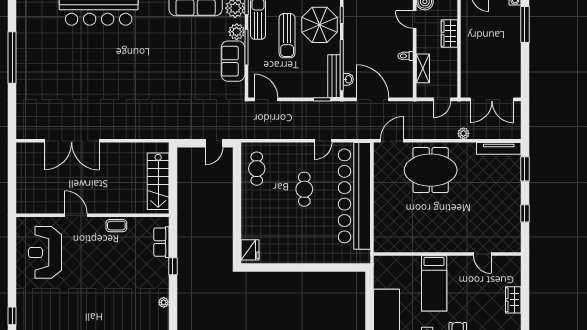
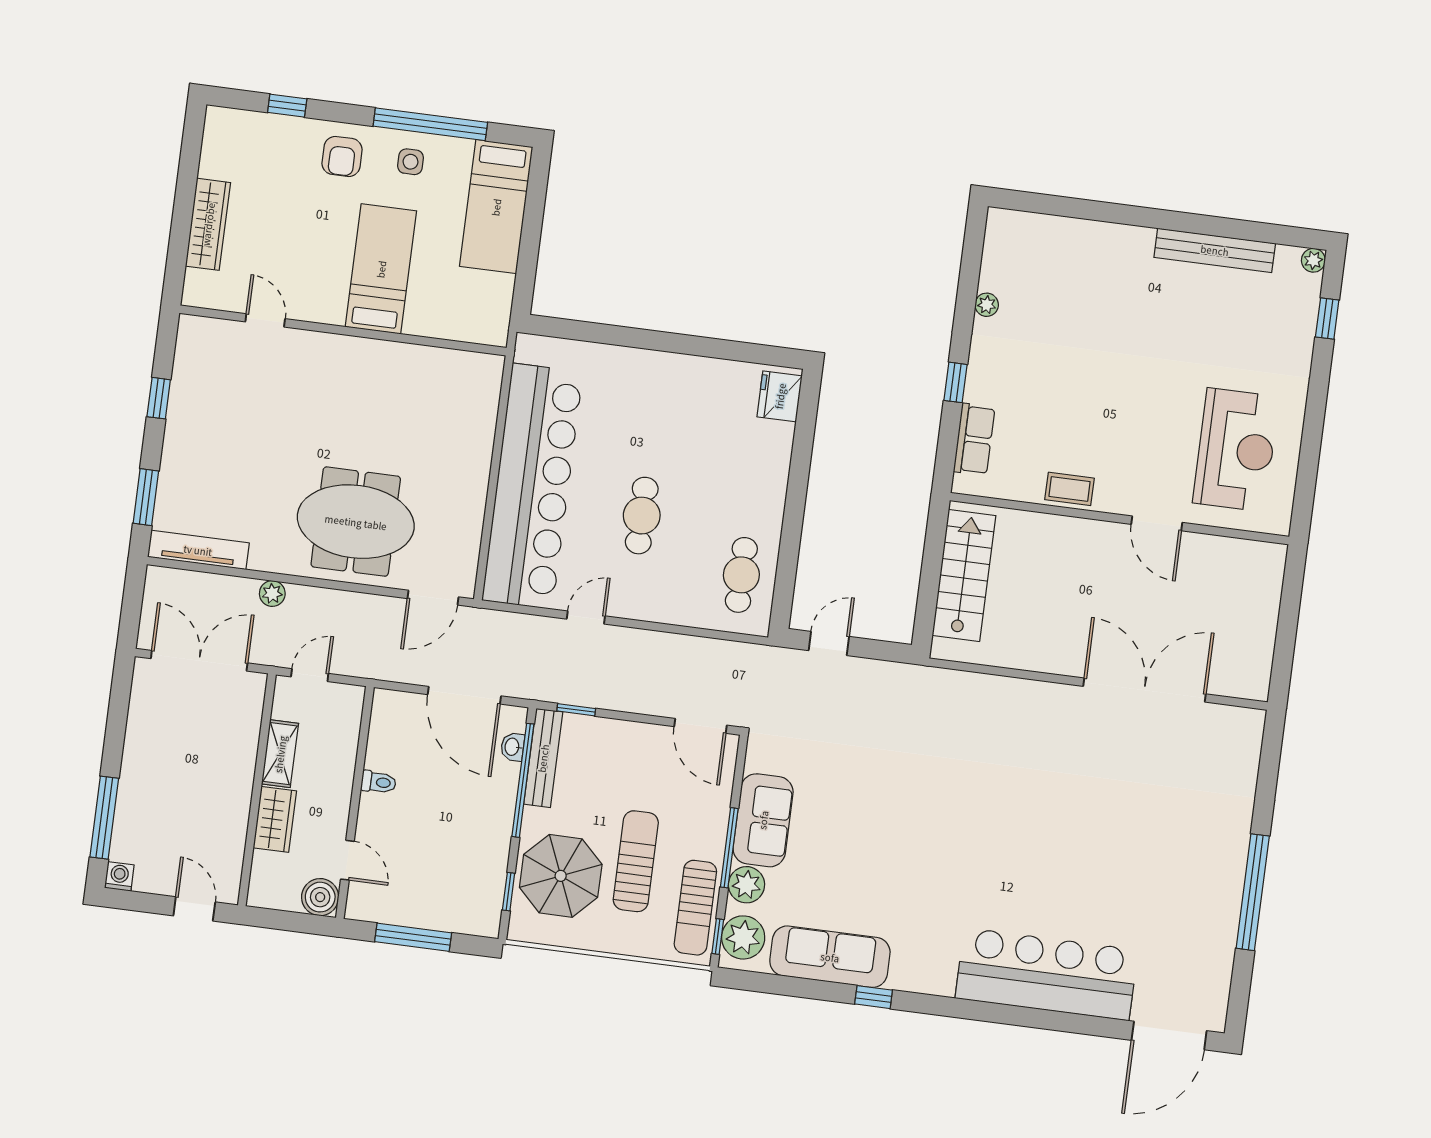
shelving: (423, 68) -> (280, 754), moved
wardrobe: (513, 300) -> (208, 224), width x1.50

